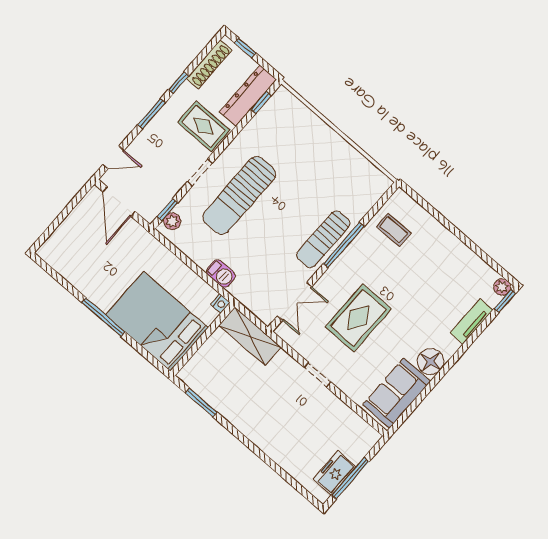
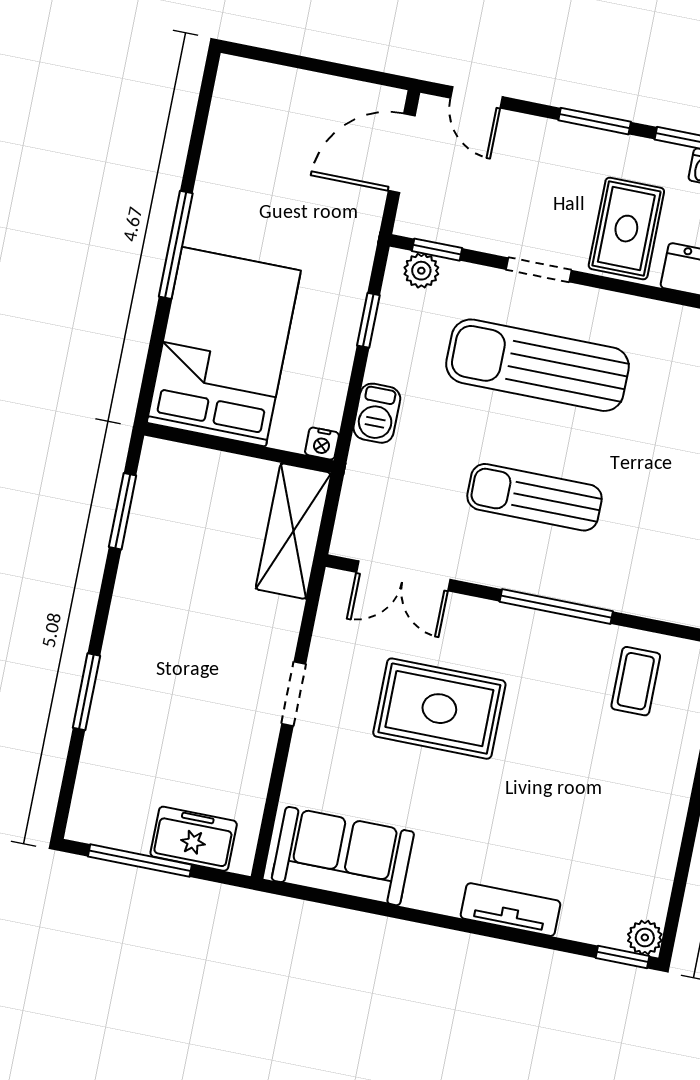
sun lounger: (323, 239) -> (534, 497), moved
window: (180, 255) -> (368, 320), added
tv unit: (472, 321) -> (511, 910), moved
floor lamp: (431, 362) -> (435, 885), removed
window: (267, 460) -> (86, 692), added
freezer: (335, 473) -> (194, 839), moved

